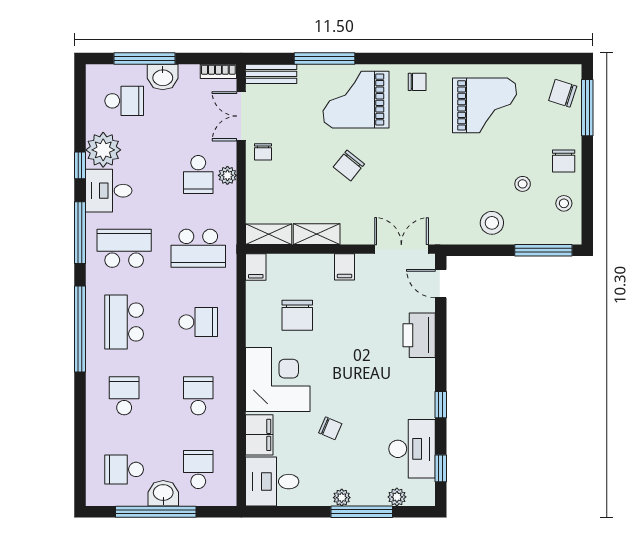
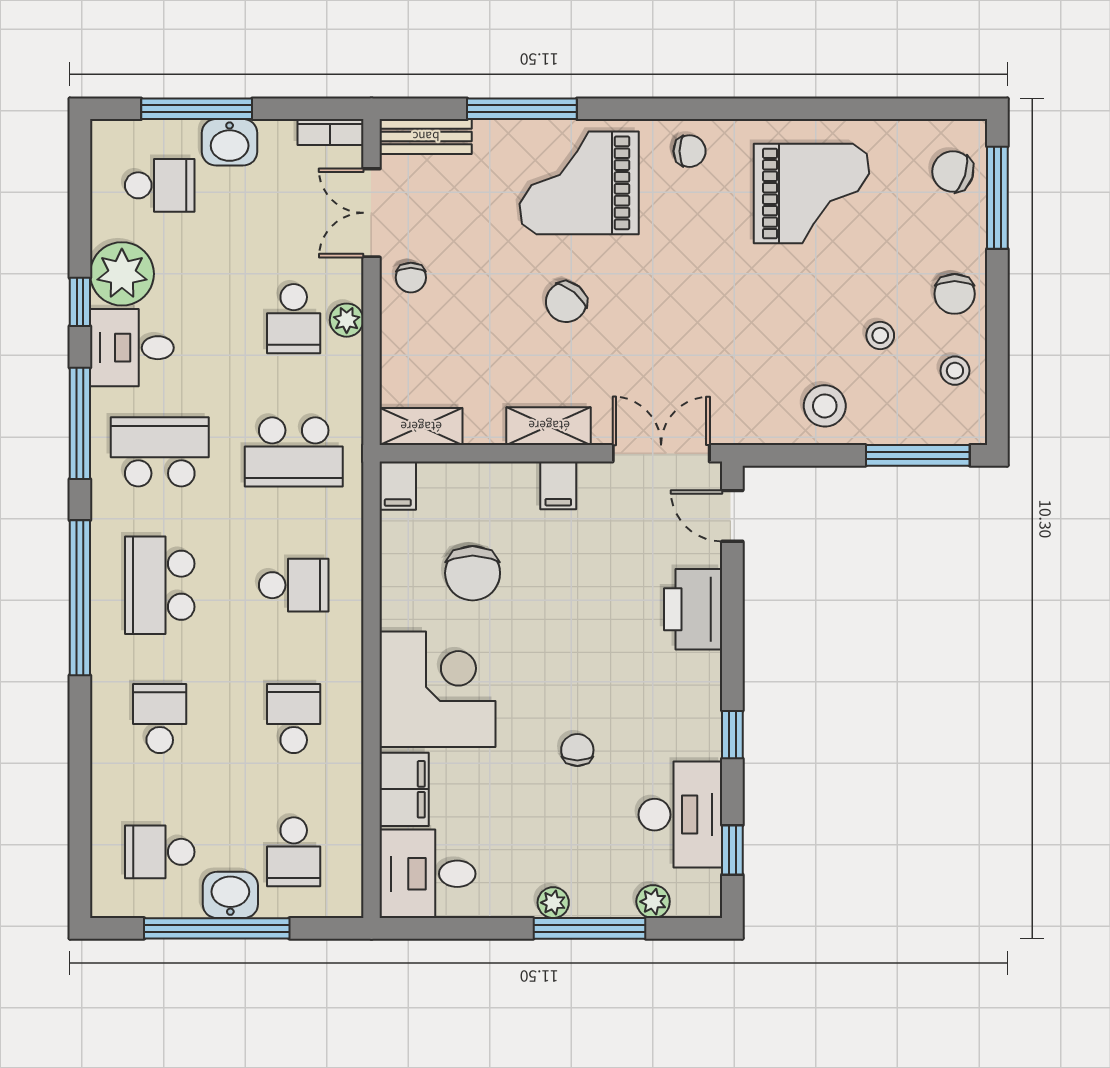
shelving: (317, 234) -> (549, 426), moved
chair: (330, 428) -> (577, 750), moved, turned -113
school desk: (198, 469) -> (294, 852), turned 180

